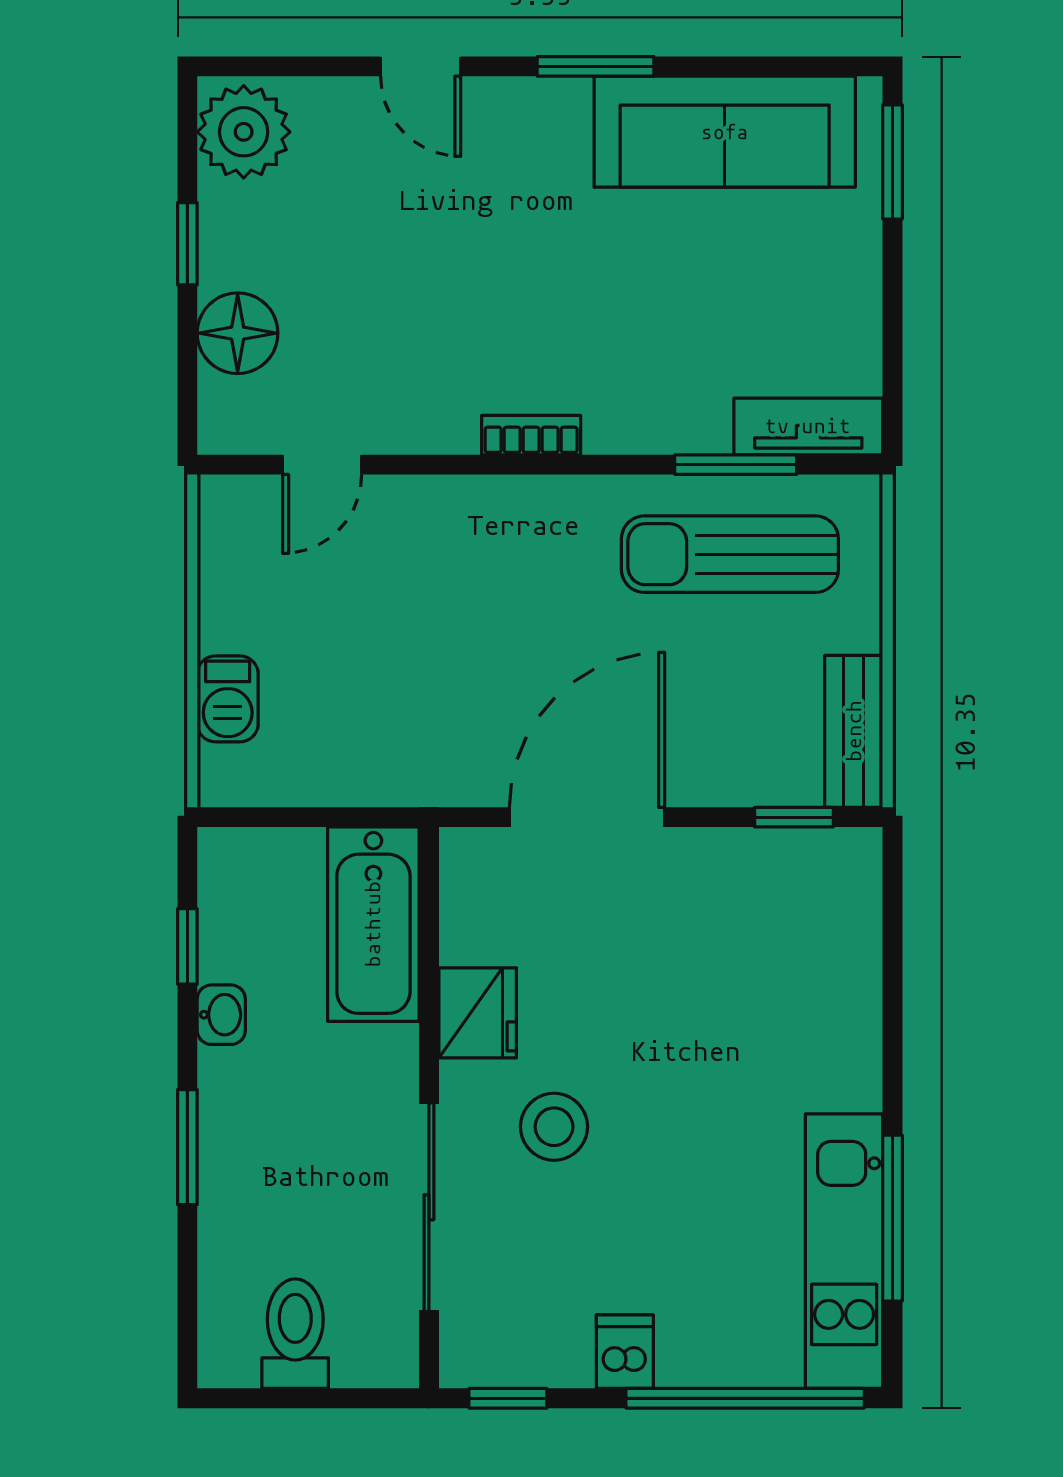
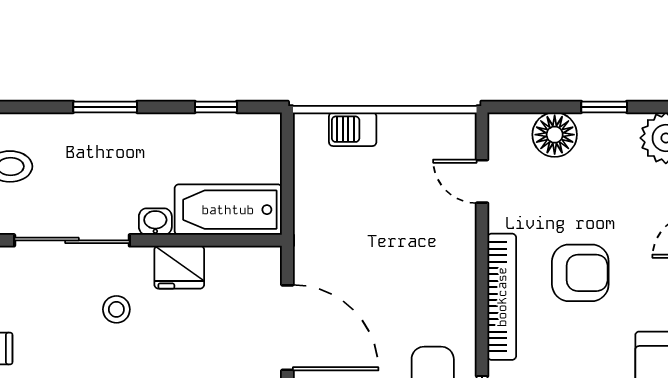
armchair: (488, 287) -> (580, 273), added
bookcase: (531, 435) -> (502, 297), width x2.31, depth x1.31
washbasin: (221, 1015) -> (155, 222), moved, turned 180
stool: (554, 1127) -> (116, 309), width x0.73, depth x0.73

